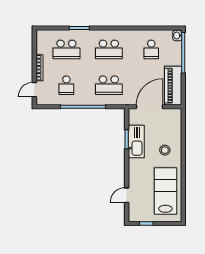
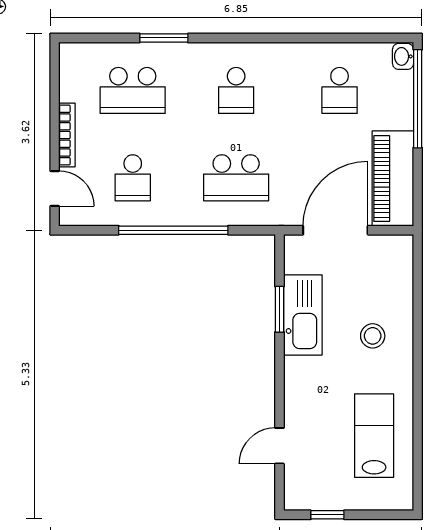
school desk: (109, 49) -> (236, 90), width x0.54
door: (34, 90) -> (55, 189), swing flipped
lab bench: (165, 191) -> (374, 436), width x0.73, depth x0.72

